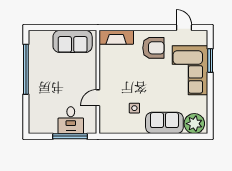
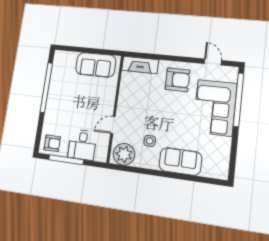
window: (210, 61) -> (238, 100), width x2.11
armchair: (41, 123) -> (52, 143), added
plant: (194, 124) -> (124, 154), moved
window: (70, 136) -> (66, 160), moved

